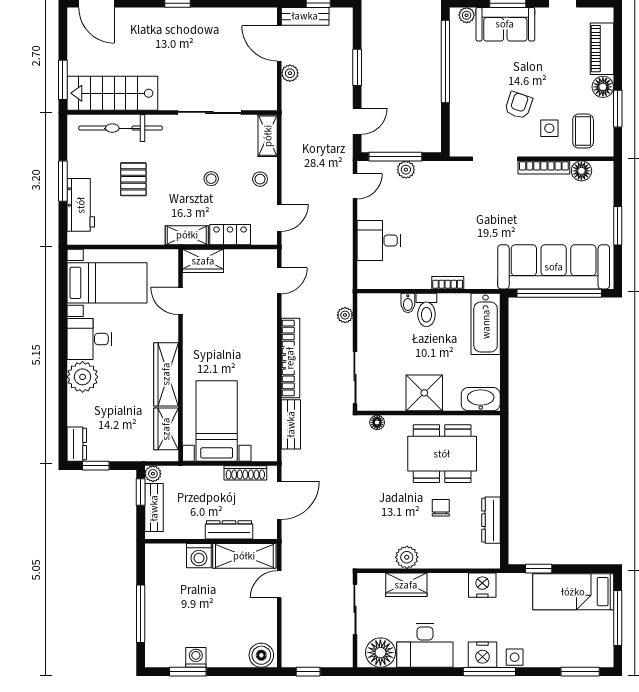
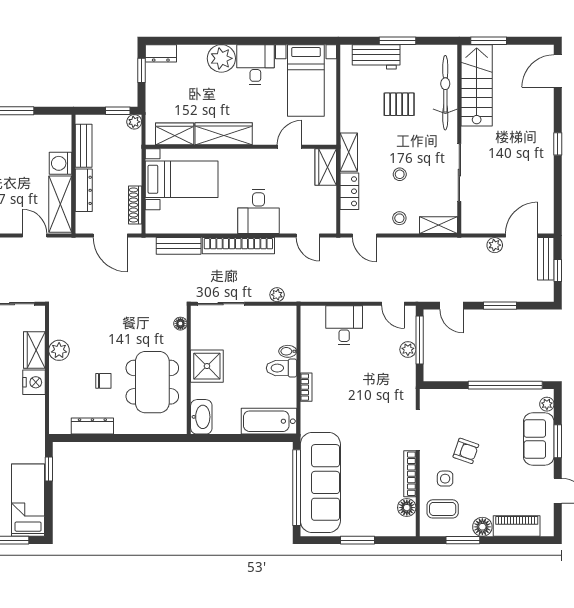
desk: (252, 336) -> (259, 211), added
bench: (154, 508) -> (84, 146), moved, turned 90
nightstand: (482, 585) -> (34, 382), moved

